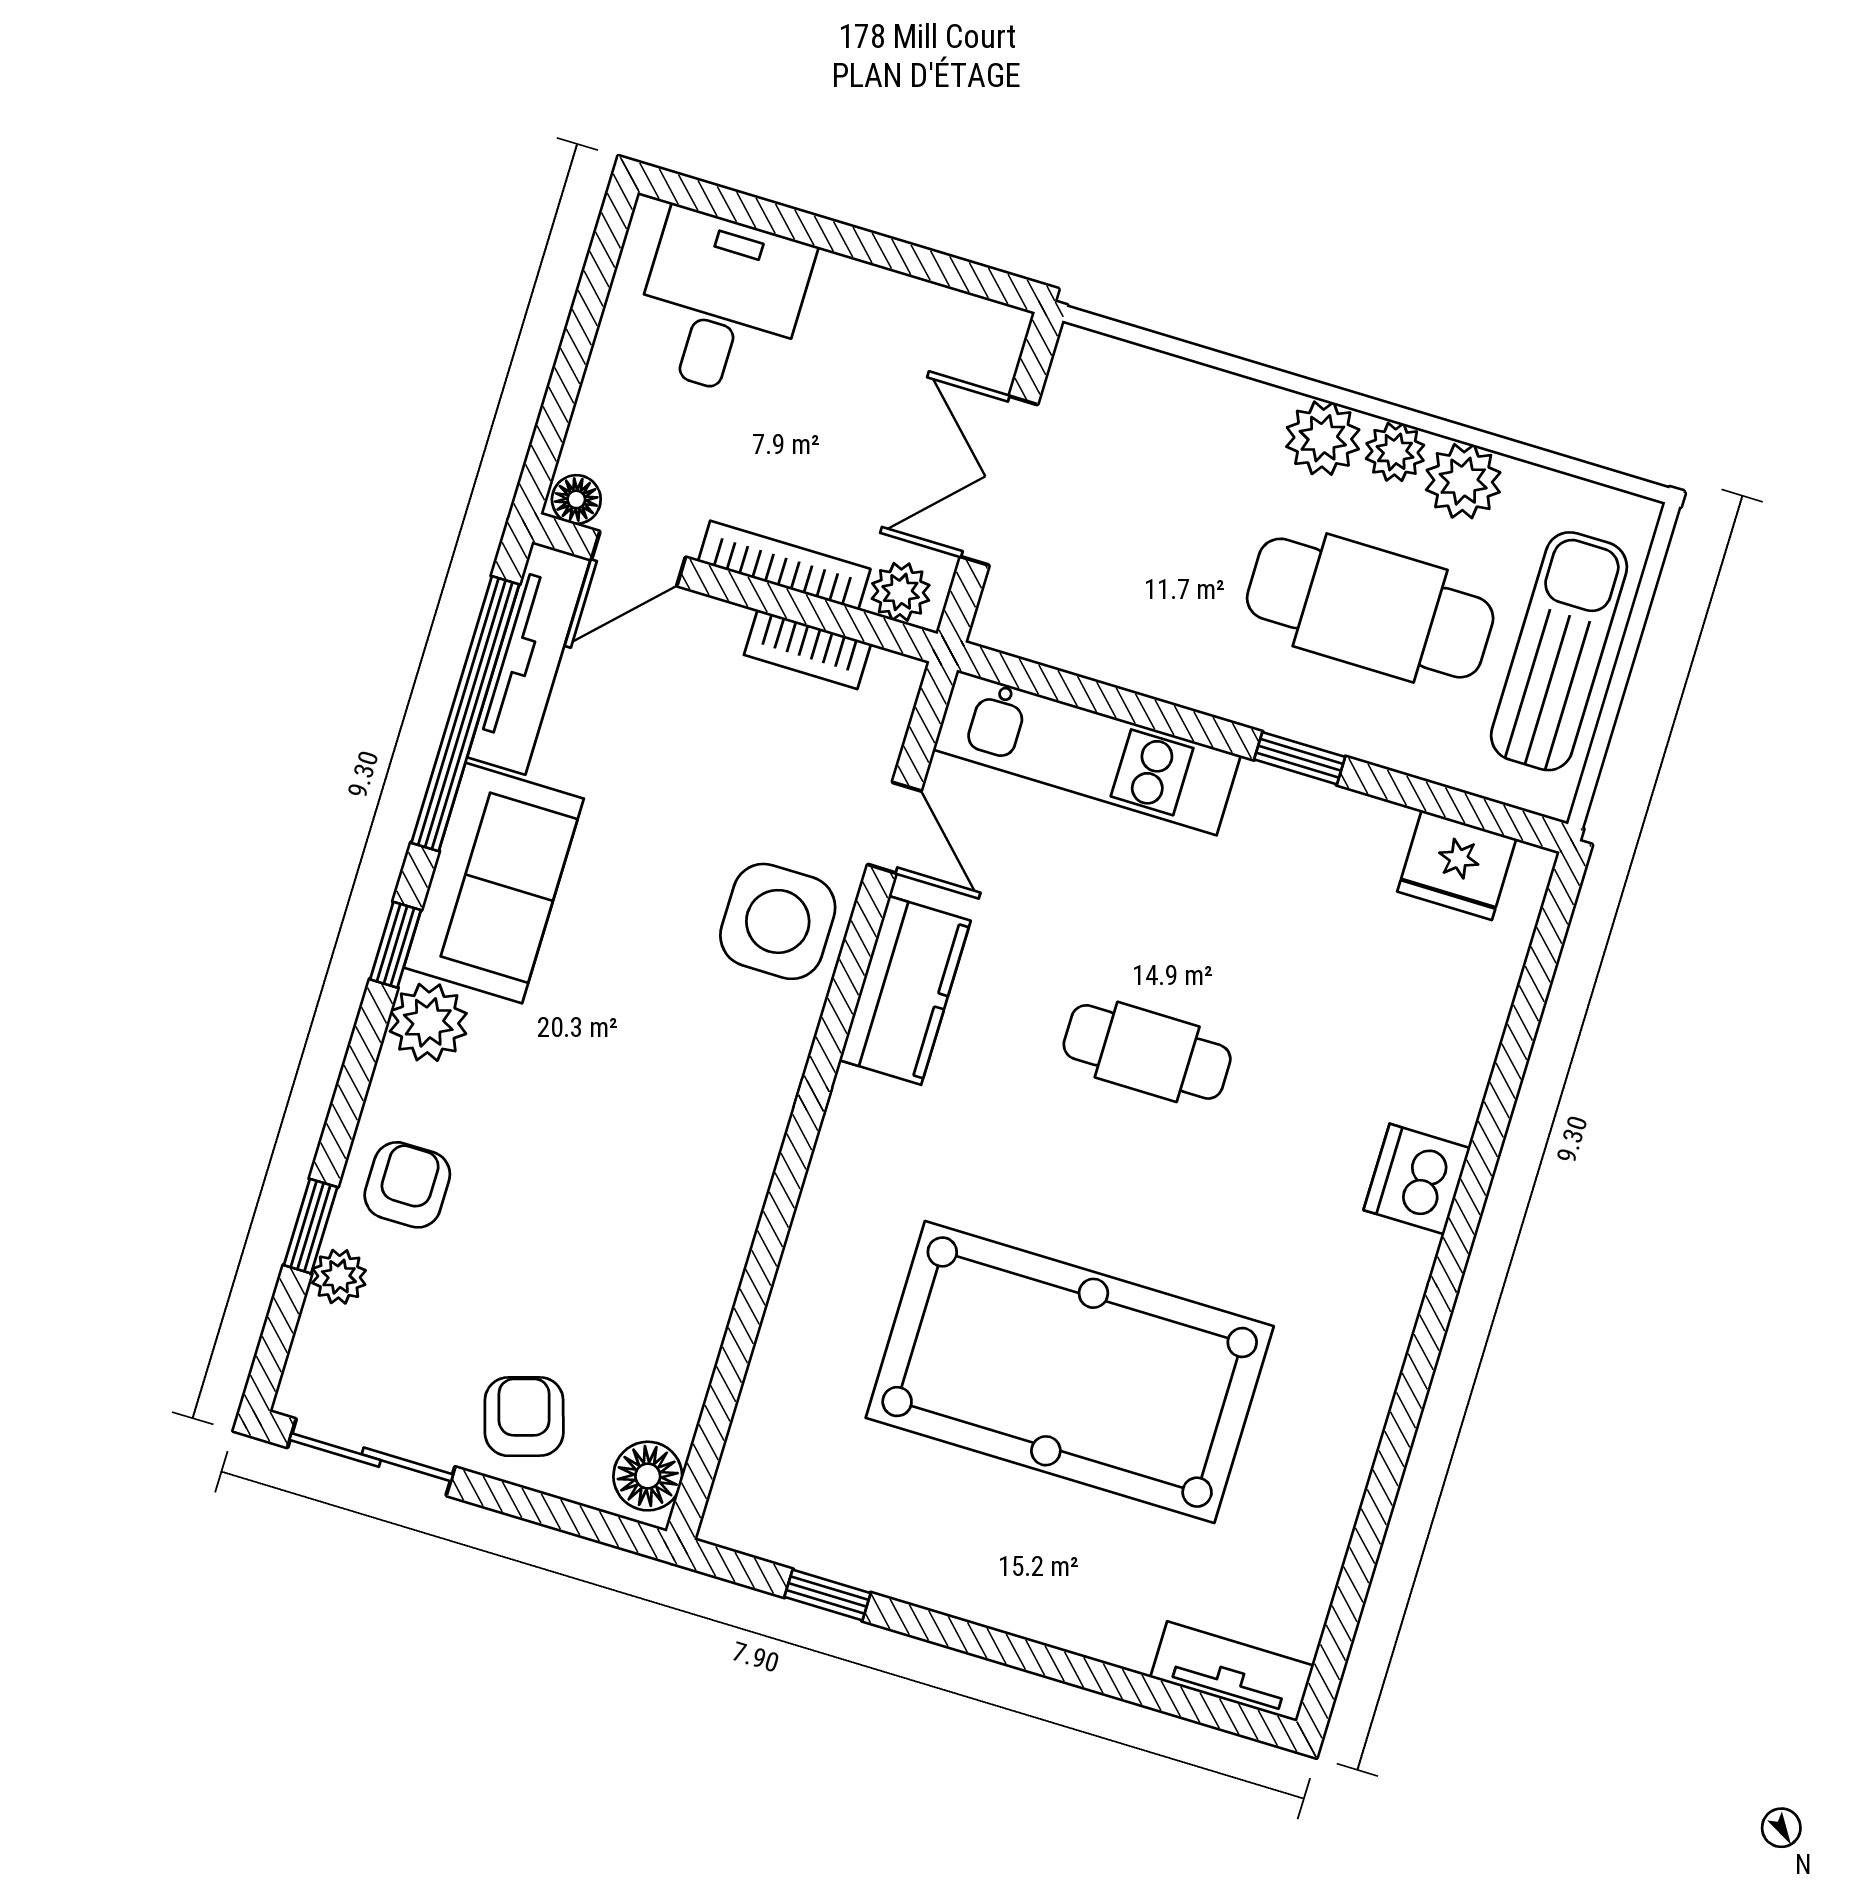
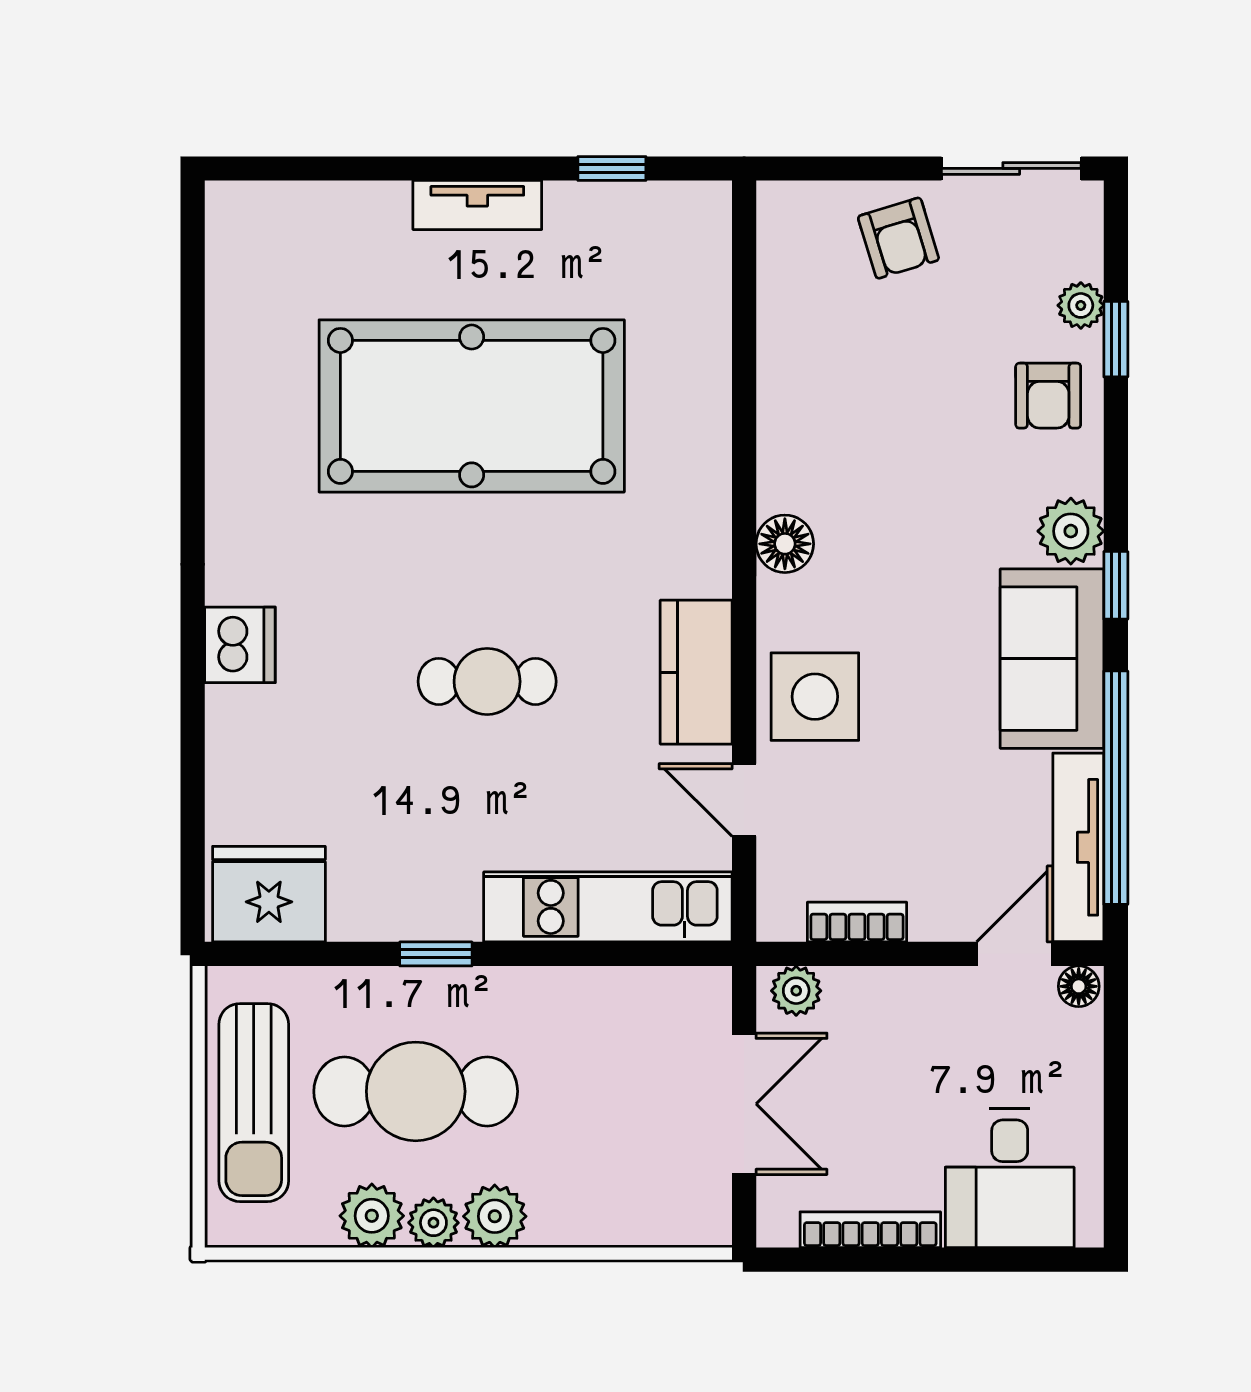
bookcase: (784, 565) -> (870, 1230), moved, turned 180
fridge: (1457, 865) -> (269, 894), width x1.36, depth x1.34
floor lamp: (648, 1476) -> (785, 544), moved
tv unit: (1232, 1672) -> (477, 205), moved

